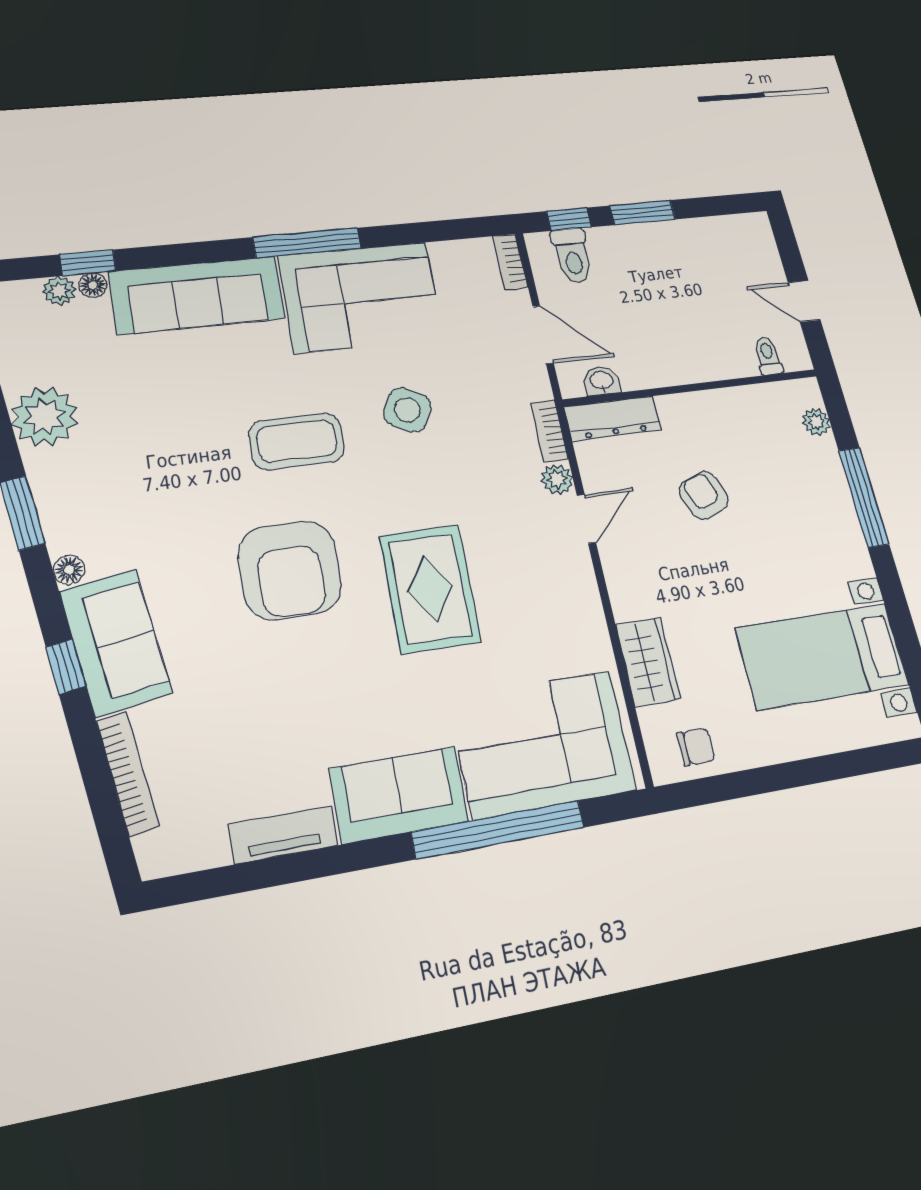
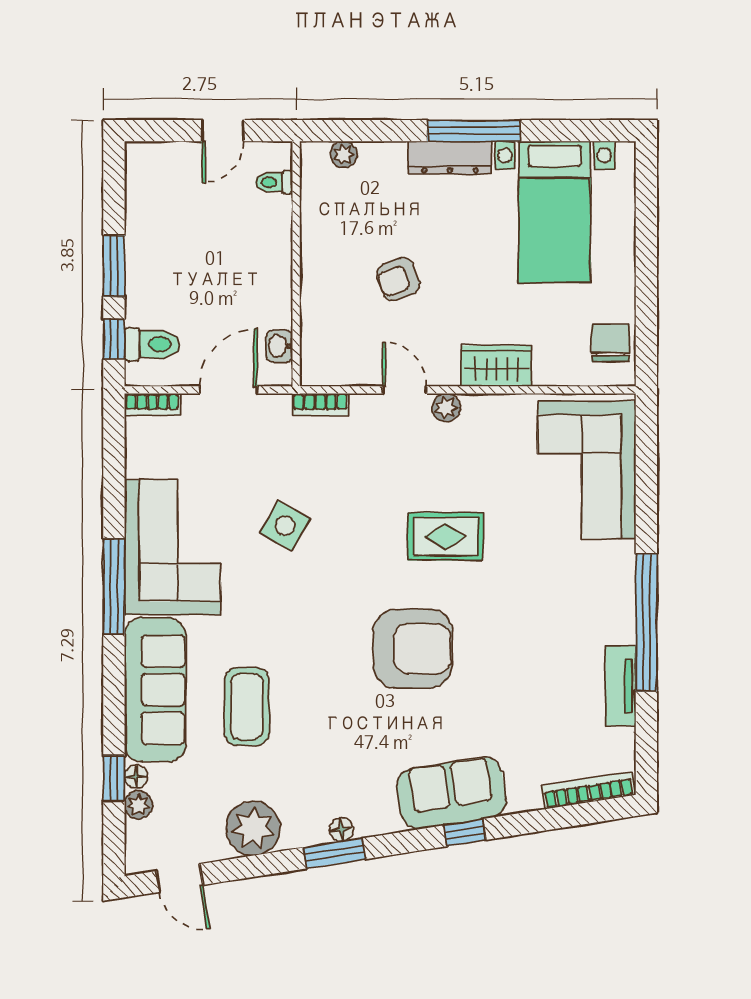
dresser: (613, 418) -> (450, 157), moved, turned 90
coffee table: (297, 441) -> (247, 706), moved
plant: (557, 479) -> (446, 408), moved
window: (864, 497) -> (474, 131), moved
floor lamp: (69, 570) -> (341, 829), moved
rug: (430, 588) -> (445, 536), width x0.73, depth x0.70
wardrobe: (648, 662) -> (496, 366), moved
chair: (696, 747) -> (610, 343), width x1.37, depth x1.37
bookcase: (128, 773) -> (588, 790), moved
sofa: (399, 795) -> (607, 592), removed
window: (498, 830) -> (646, 622), moved

